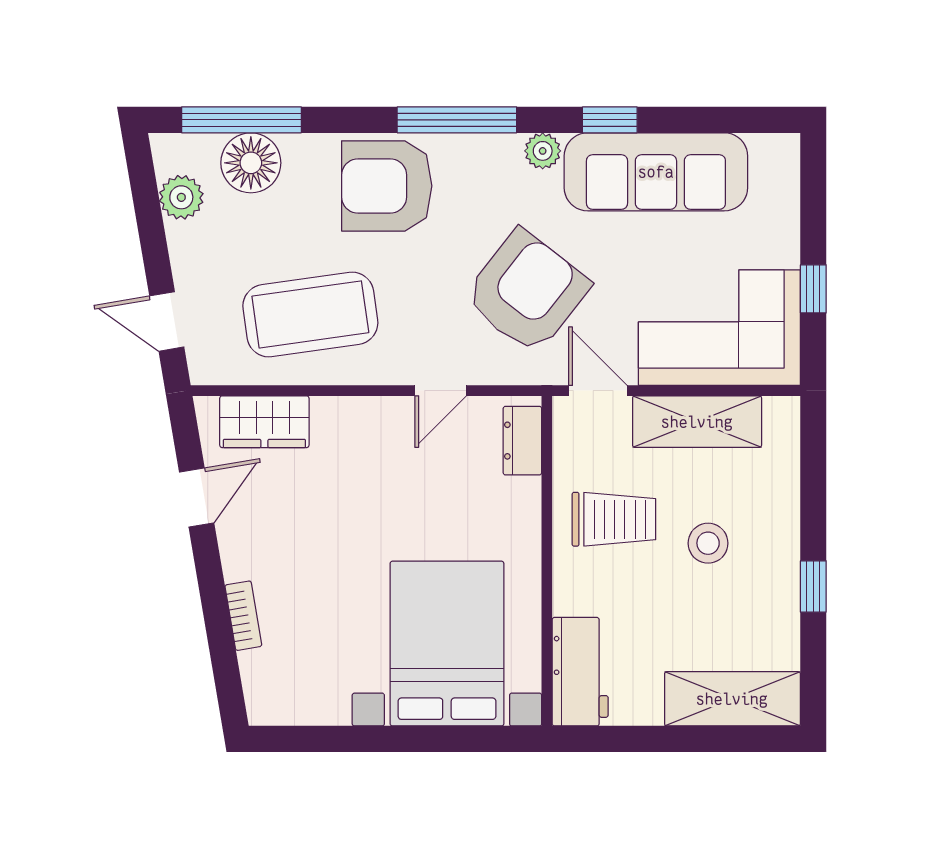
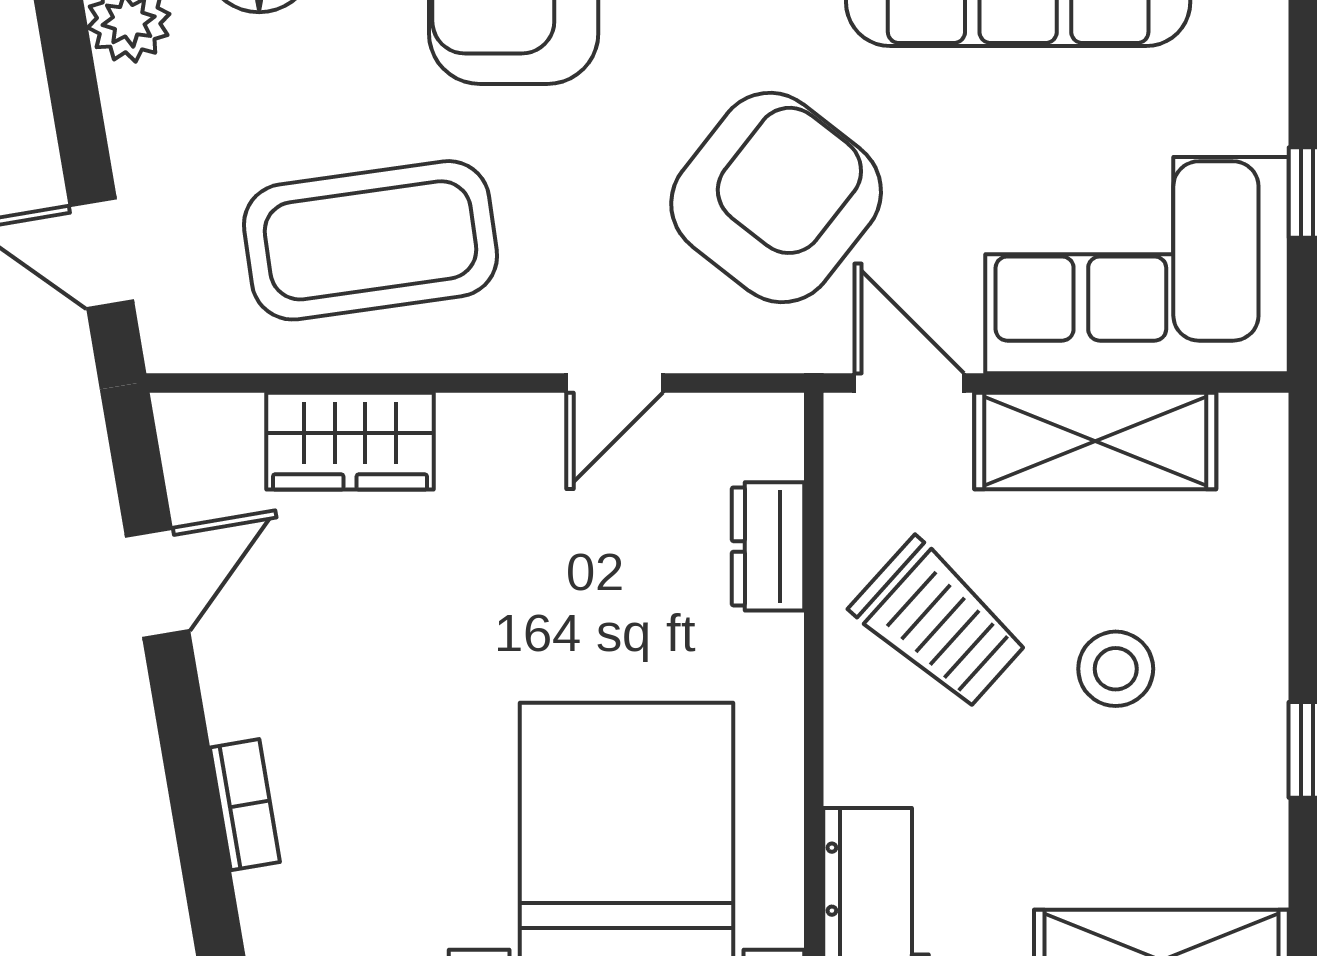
wardrobe: (264, 422) -> (350, 441), moved
dresser: (522, 441) -> (768, 546), moved
trolley: (614, 519) -> (939, 624), turned 42

